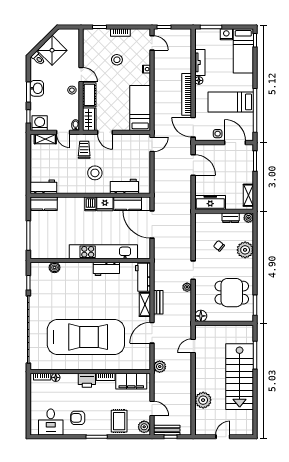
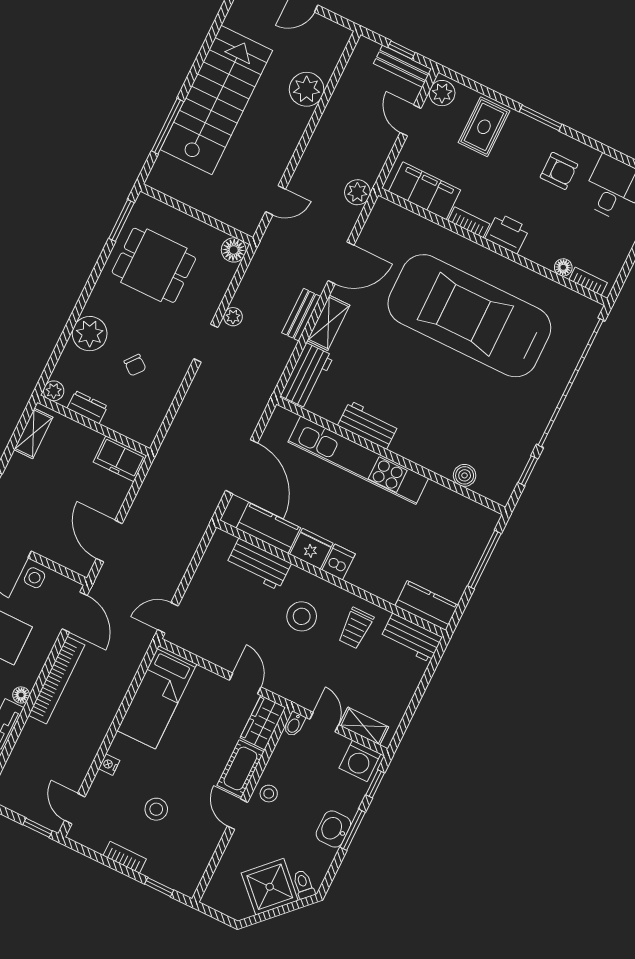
trolley: (84, 150) -> (356, 628), moved
freezer: (210, 203) -> (120, 459), width x0.71

